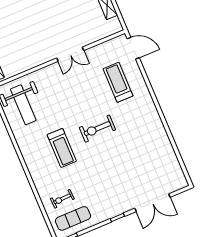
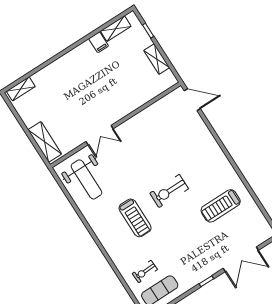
double door: (70, 54) -> (100, 135), moved
treadmill: (118, 82) -> (221, 206), moved, turned -90

